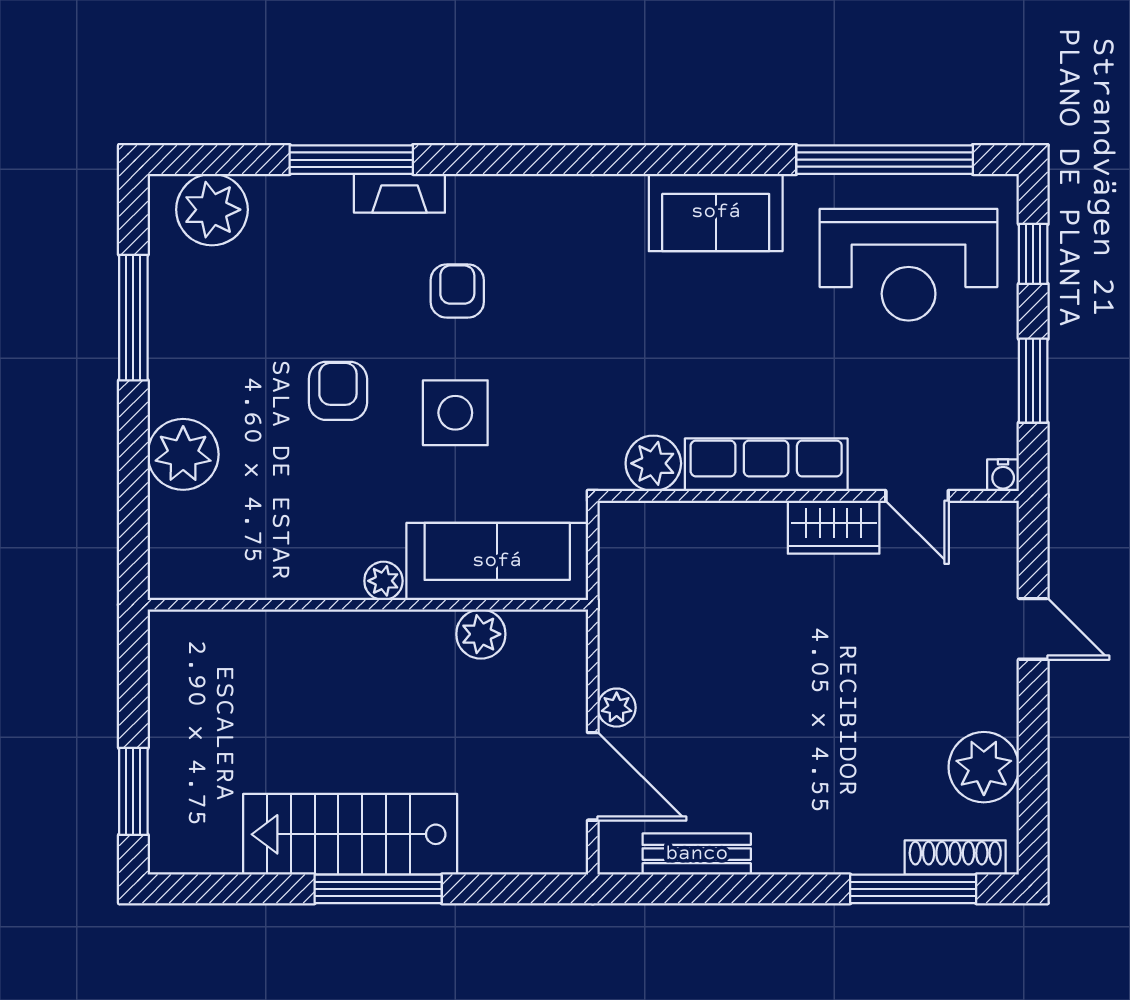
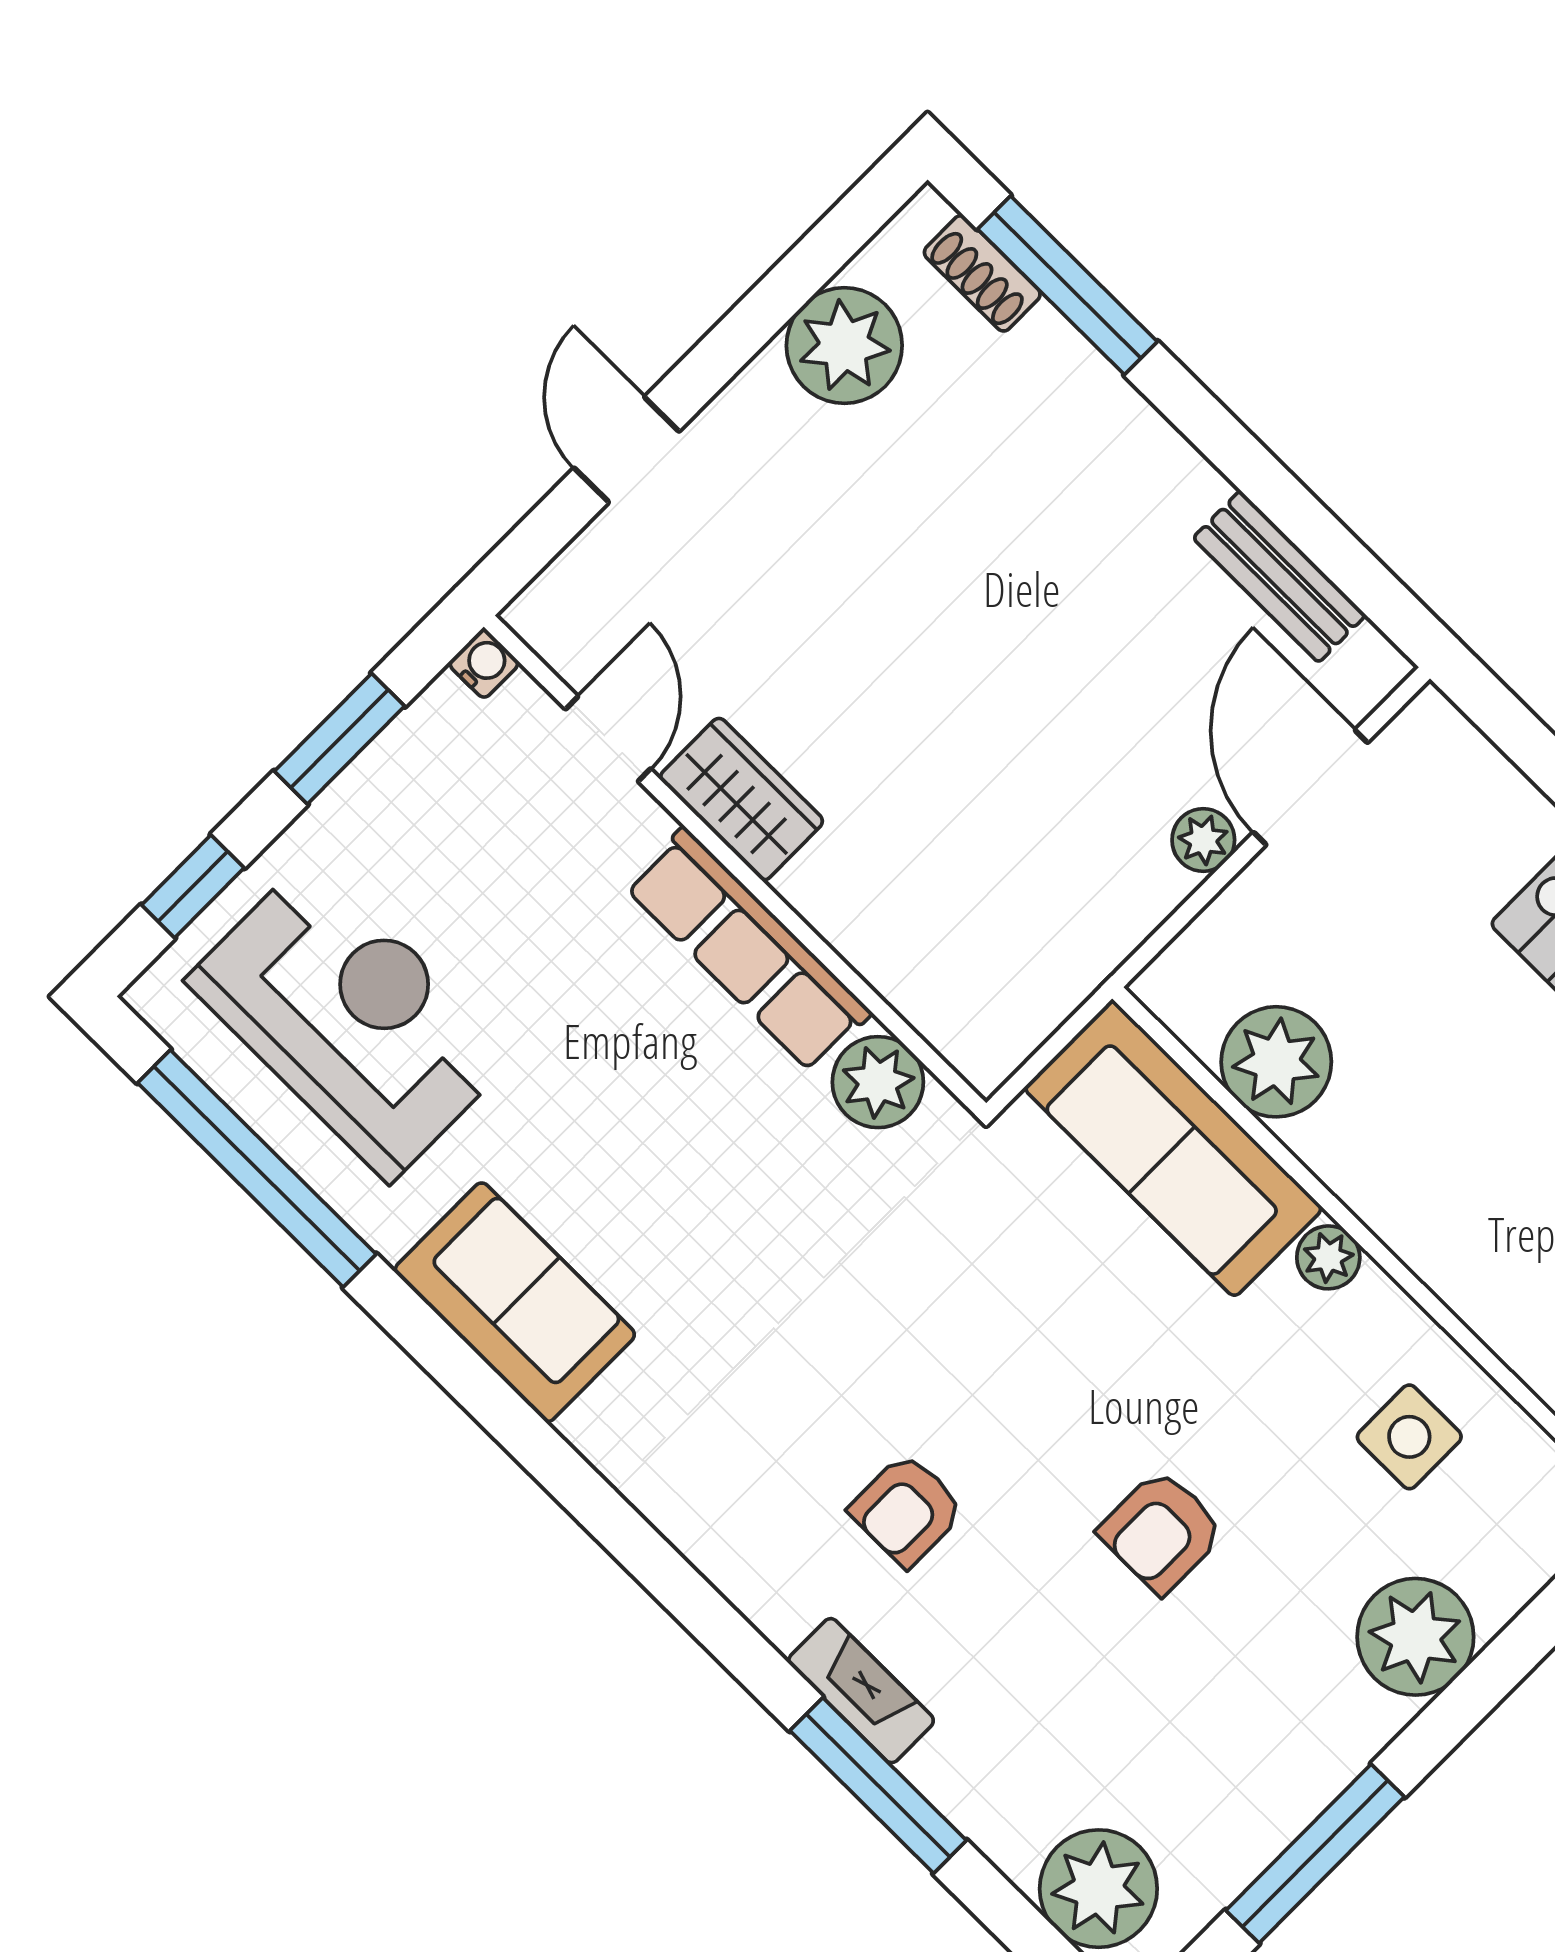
side table: (455, 413) -> (1409, 1437), moved, width x0.73, depth x0.73
plant: (481, 634) -> (1276, 1062), width x1.36, depth x1.36
shoe rack: (955, 858) -> (982, 273), width x0.70

